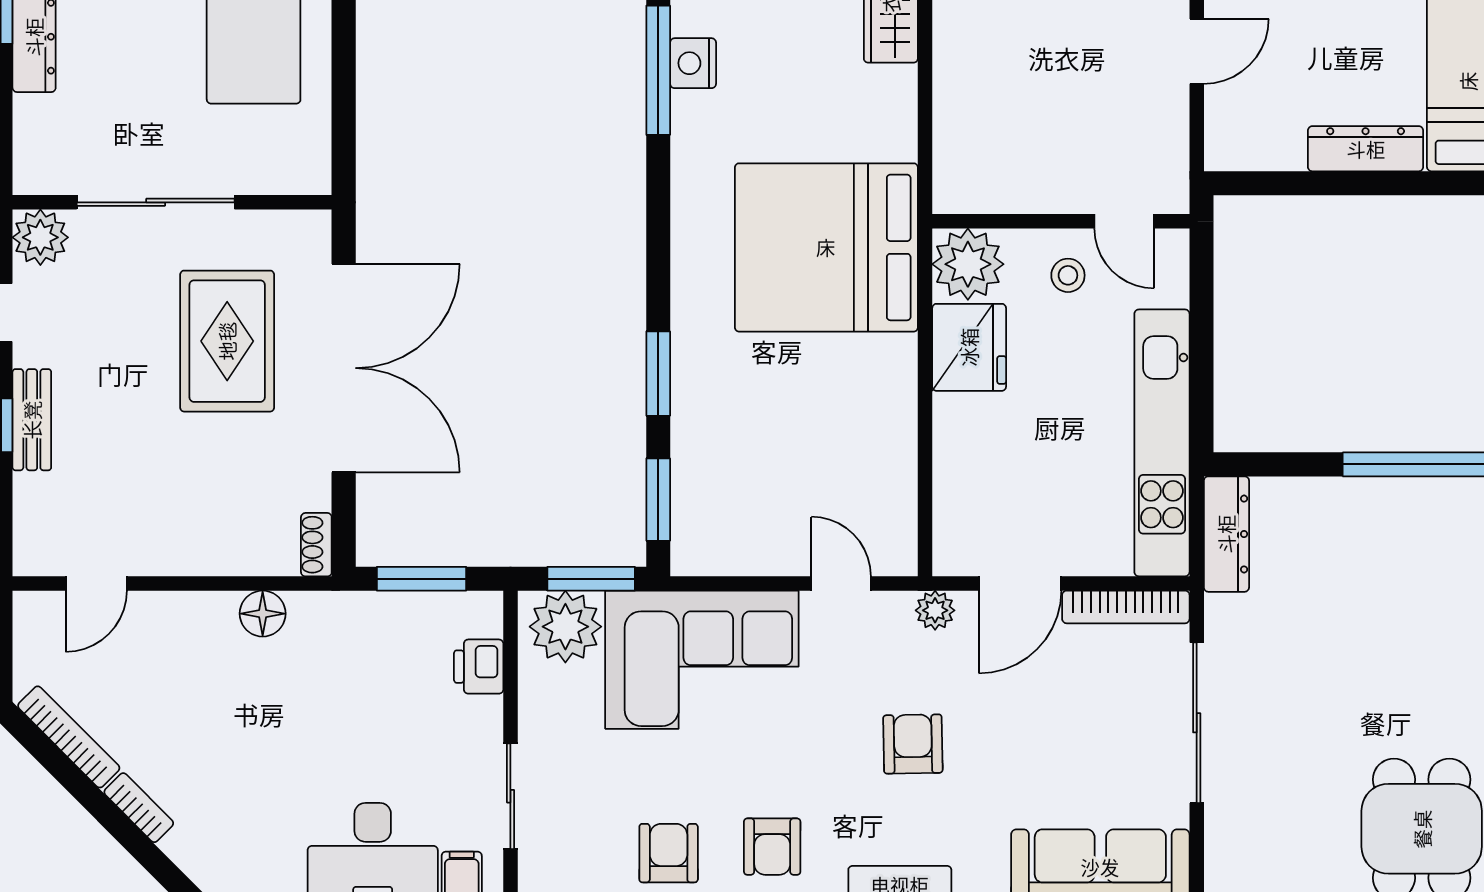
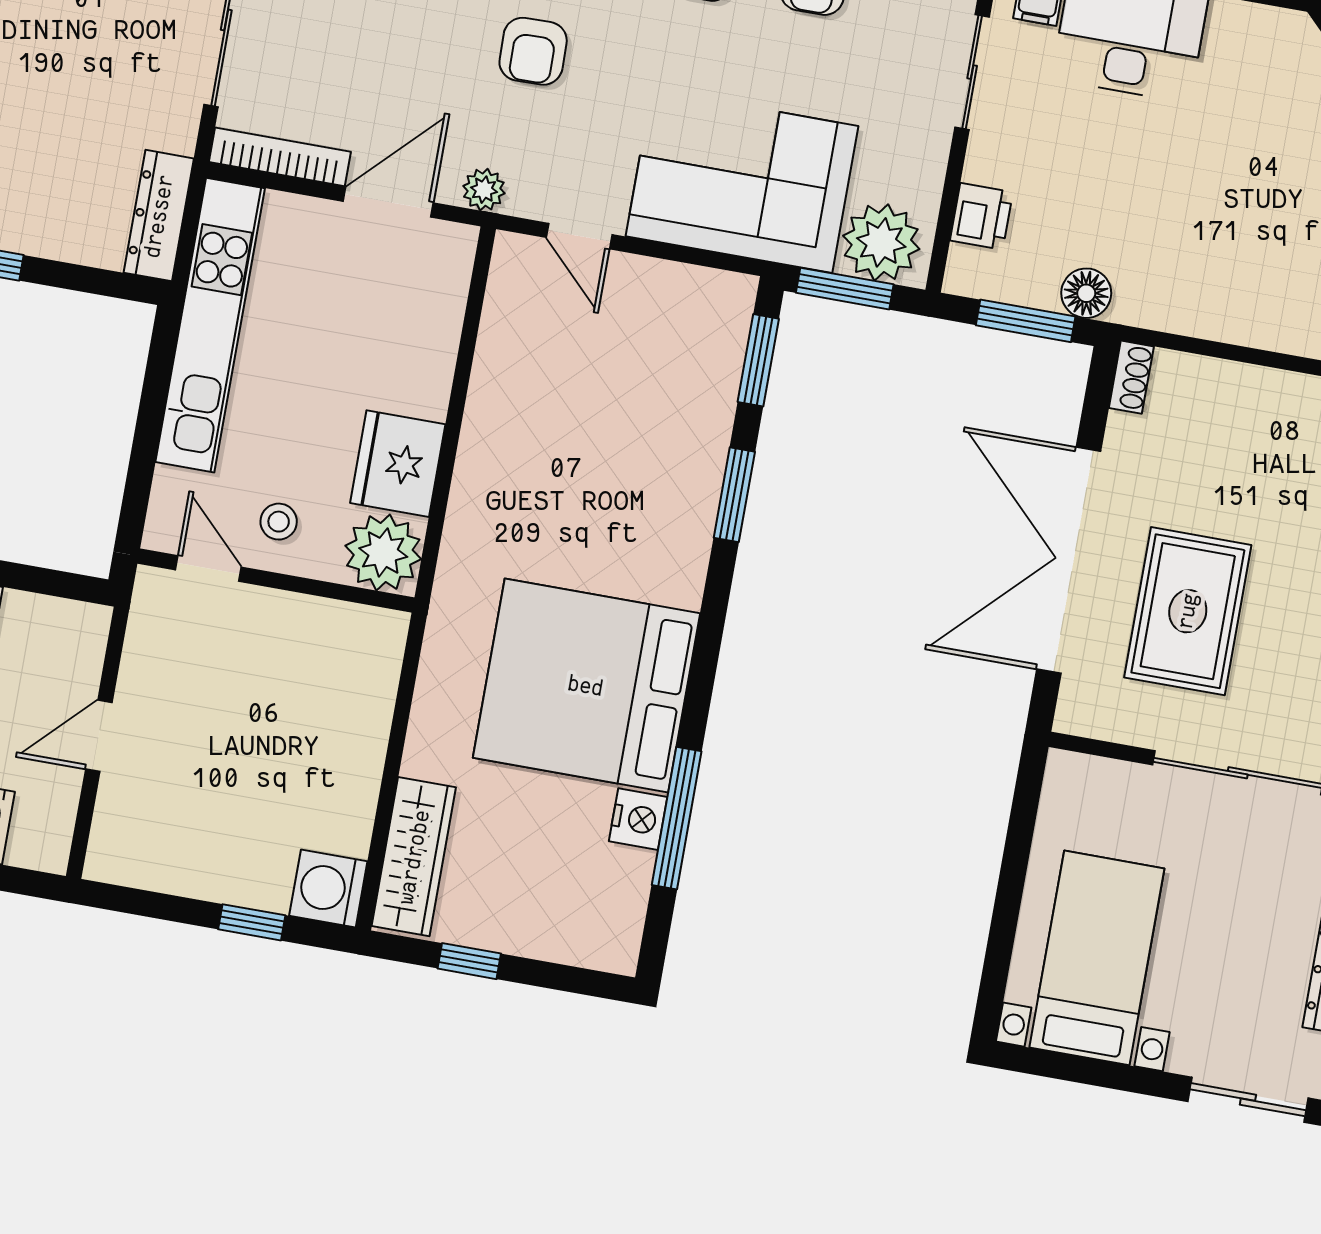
bed: (826, 247) -> (586, 686), moved, turned 180
floor lamp: (263, 614) -> (1086, 293), moved

